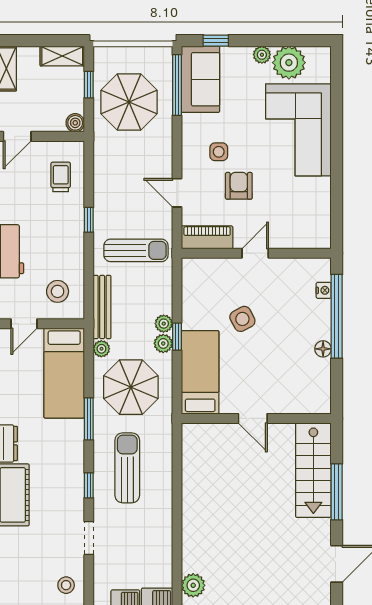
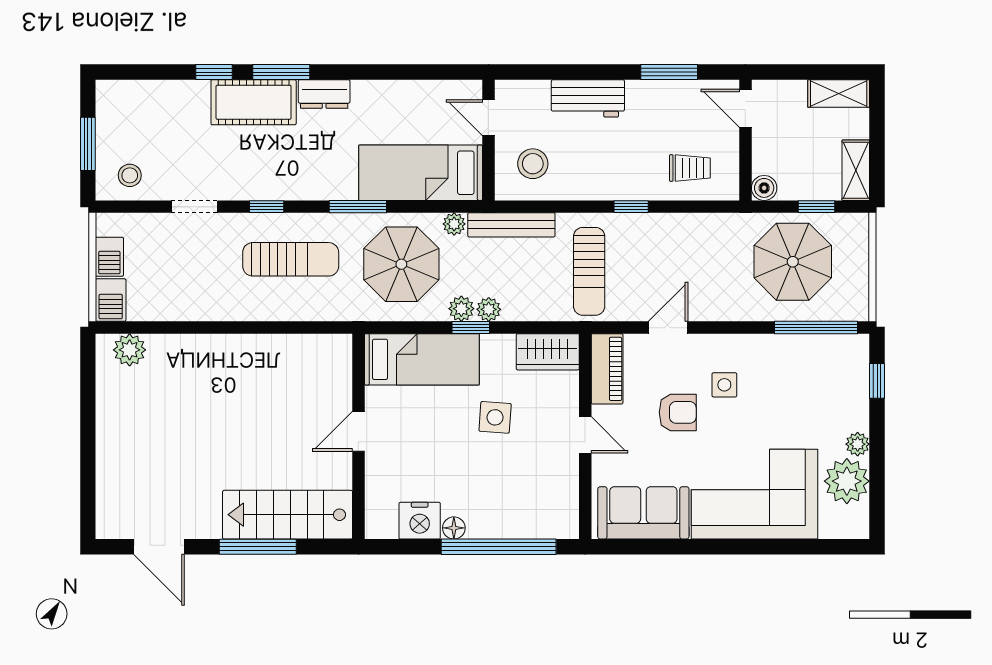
sofa: (201, 79) -> (643, 513), moved, turned 180
wardrobe: (195, 280) -> (548, 352), added
nightstand: (324, 290) -> (420, 521), moved, width x1.89, depth x1.79
side table: (242, 319) -> (495, 417), turned 32

